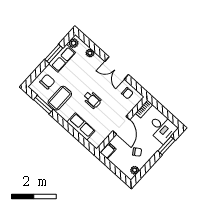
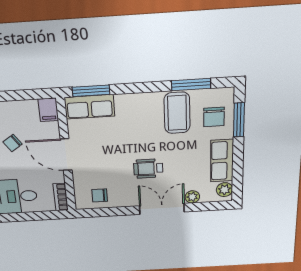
window: (54, 54) -> (239, 120), moved
double door: (117, 68) -> (162, 209), moved
wheelchair: (92, 100) -> (148, 168), moved
row of seats: (81, 126) -> (90, 107), moved
window: (84, 141) -> (91, 91), added

